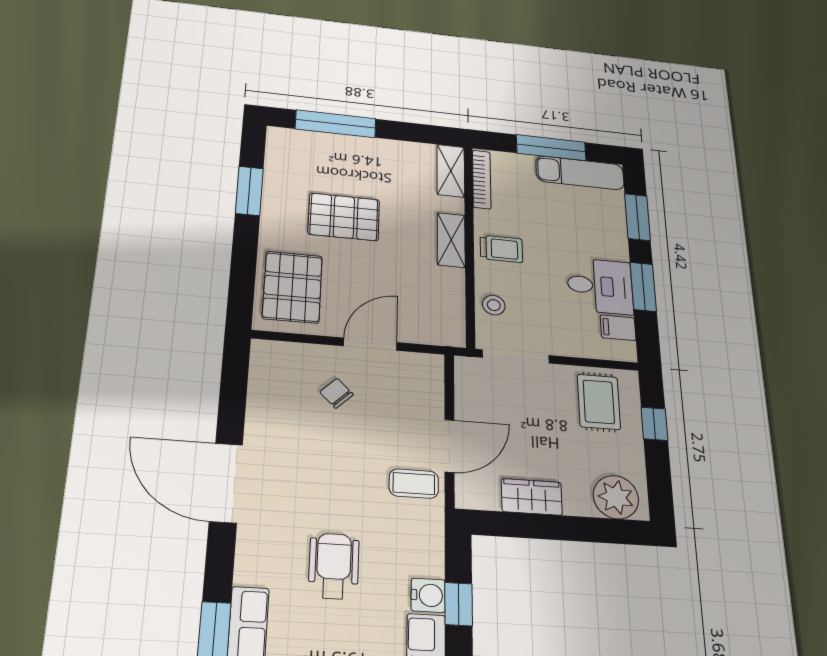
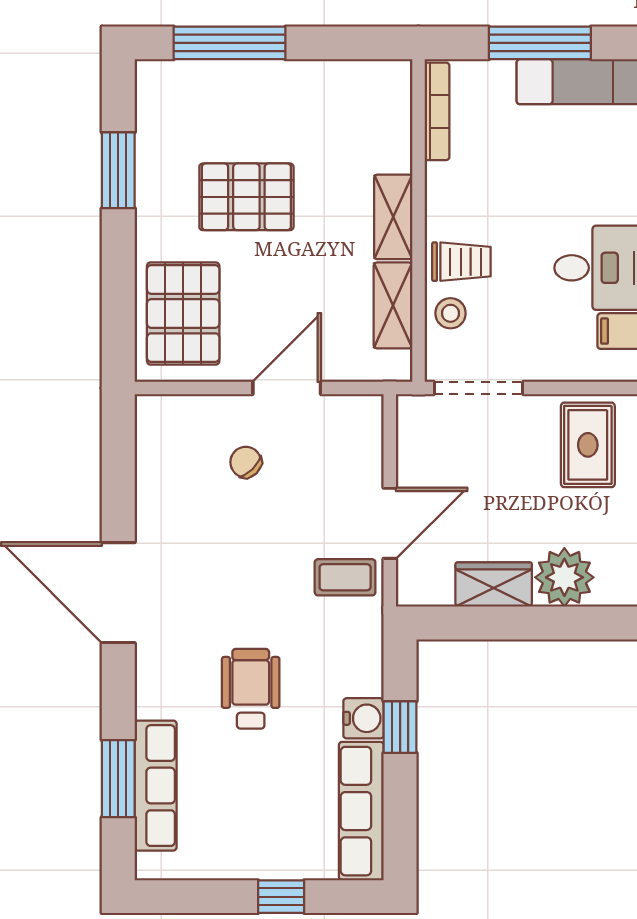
shelving: (451, 171) -> (393, 305), moved
trolley: (501, 249) -> (461, 262), moved
plant: (616, 497) -> (564, 577), moved

